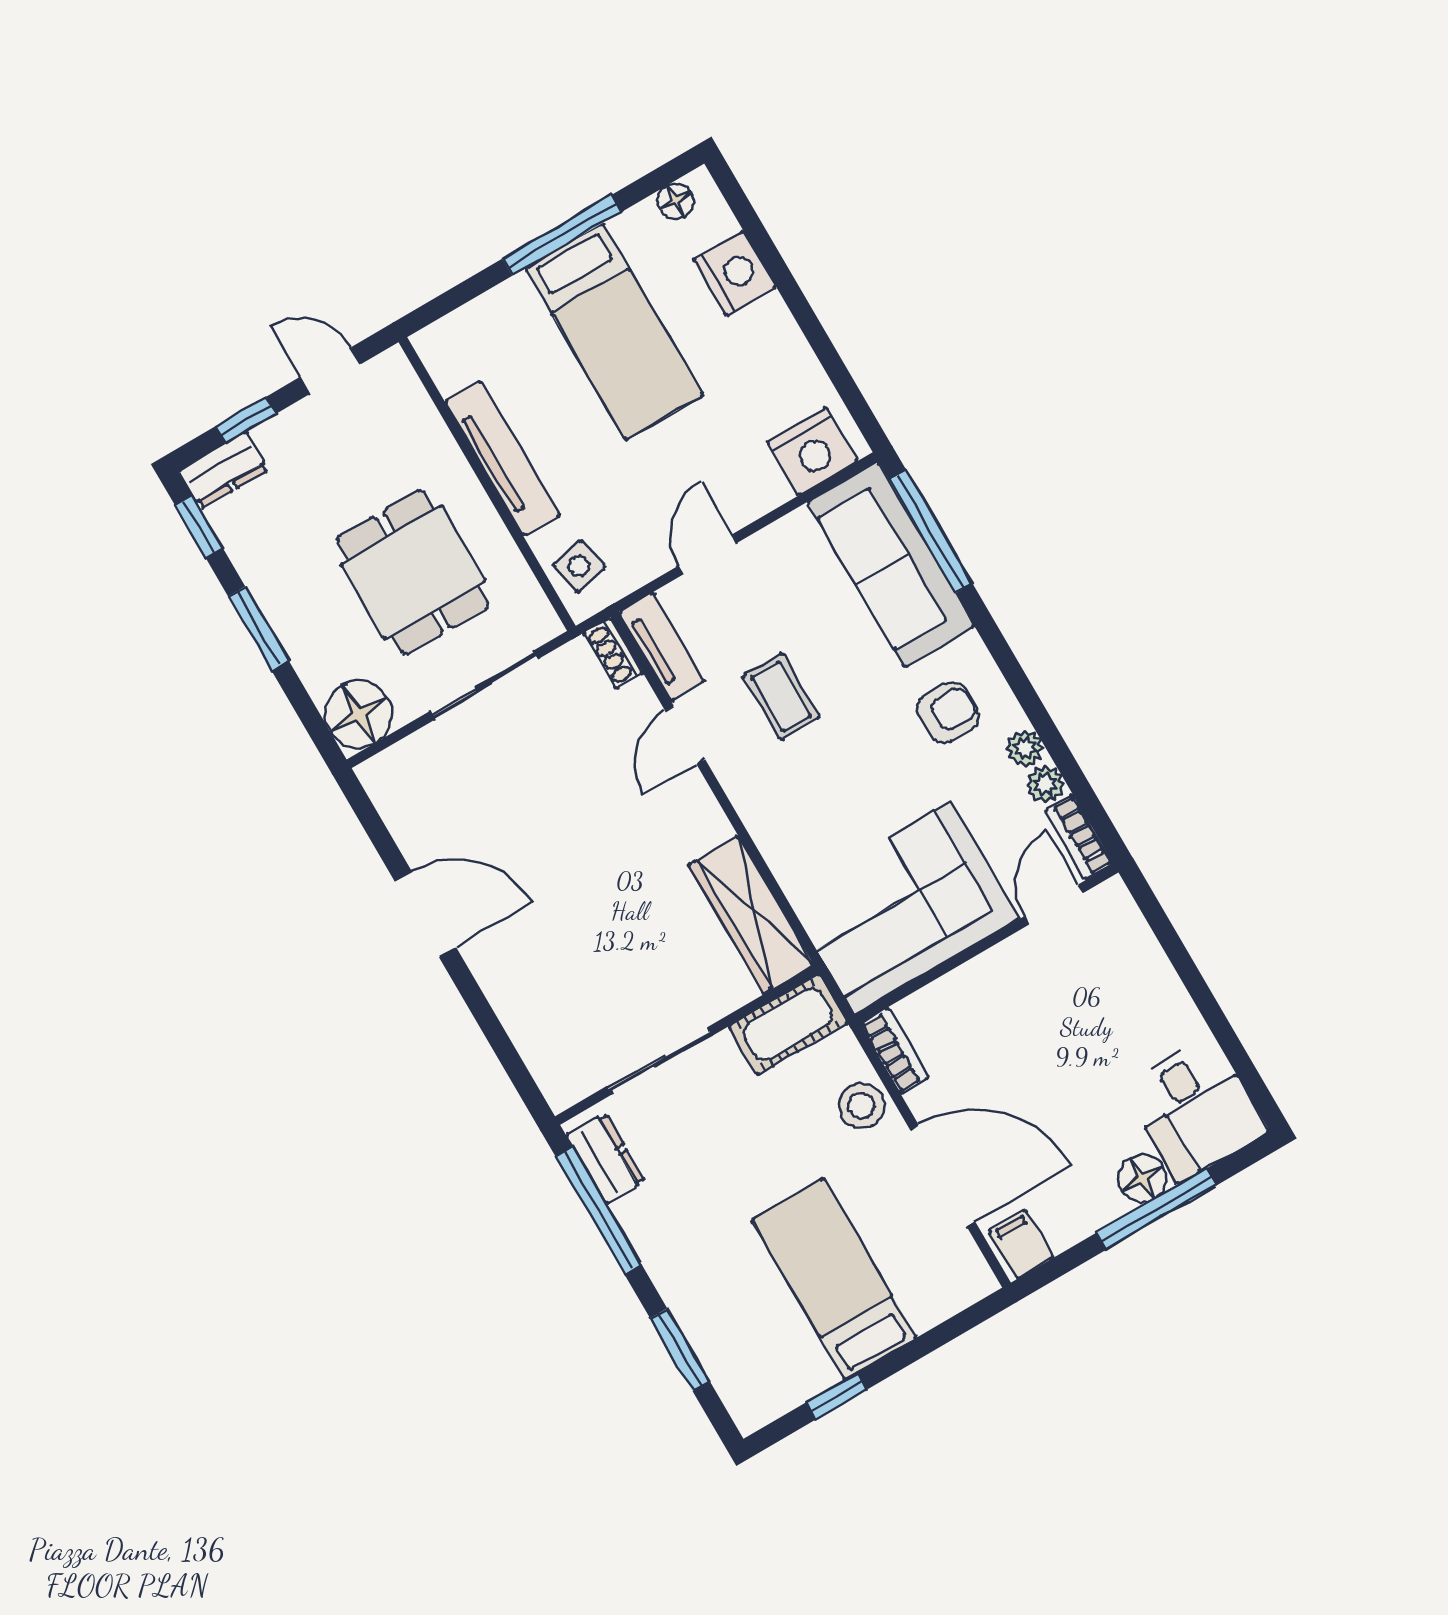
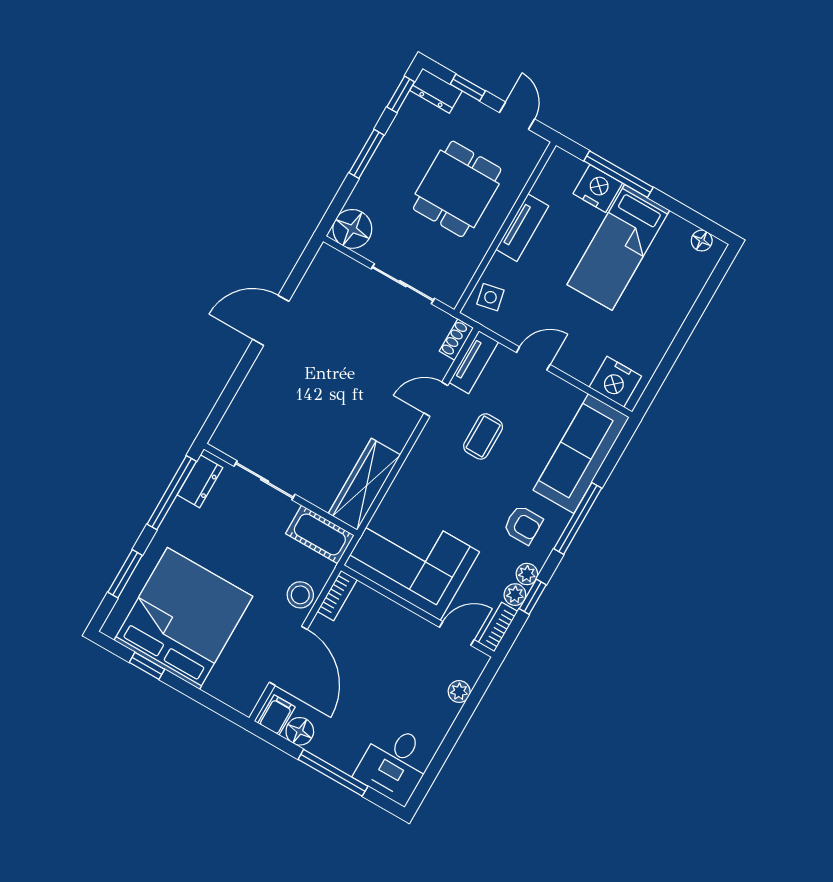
window: (562, 235) -> (619, 174), moved
nightstand: (734, 273) -> (598, 188), moved, turned -90
tv unit: (502, 458) -> (522, 228), width x0.71
window: (931, 532) -> (578, 518), moved
dining table: (413, 572) -> (457, 189), moved
window: (1064, 759) -> (533, 597), added
door: (425, 914) -> (271, 320), swing flipped
plant: (1142, 951) -> (459, 692), added
floor lamp: (1142, 1178) -> (300, 731), moved
bed: (834, 1279) -> (183, 618), width x2.04

